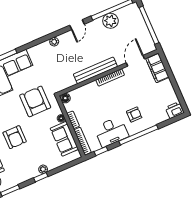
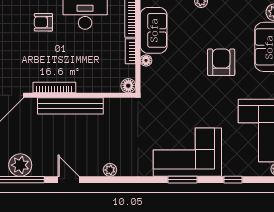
door: (77, 25) -> (69, 180), hinge flipped
armchair: (35, 101) -> (172, 99), removed

